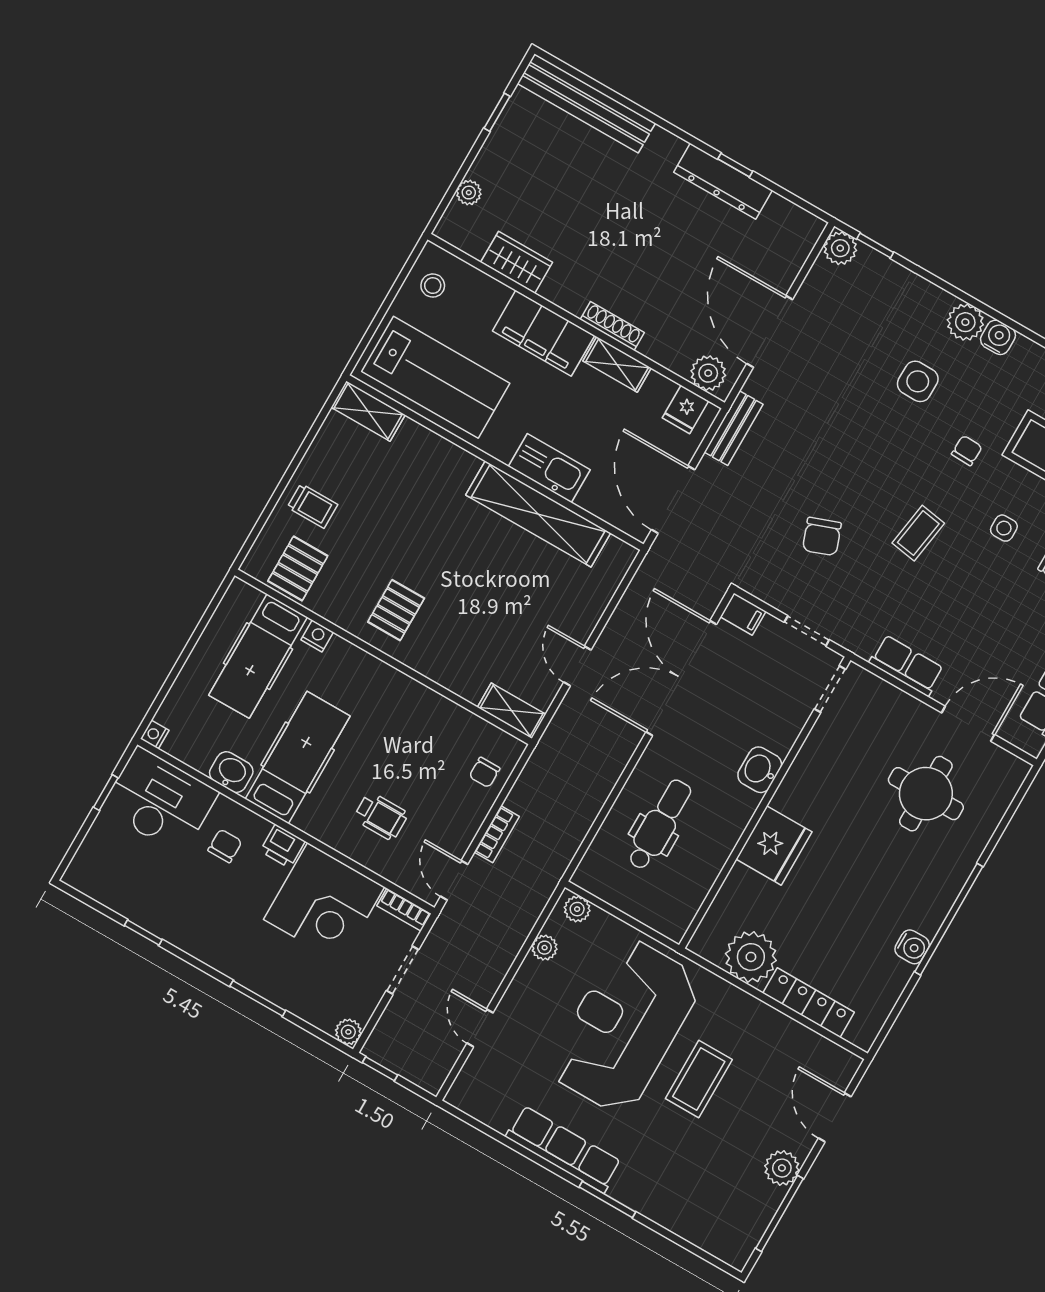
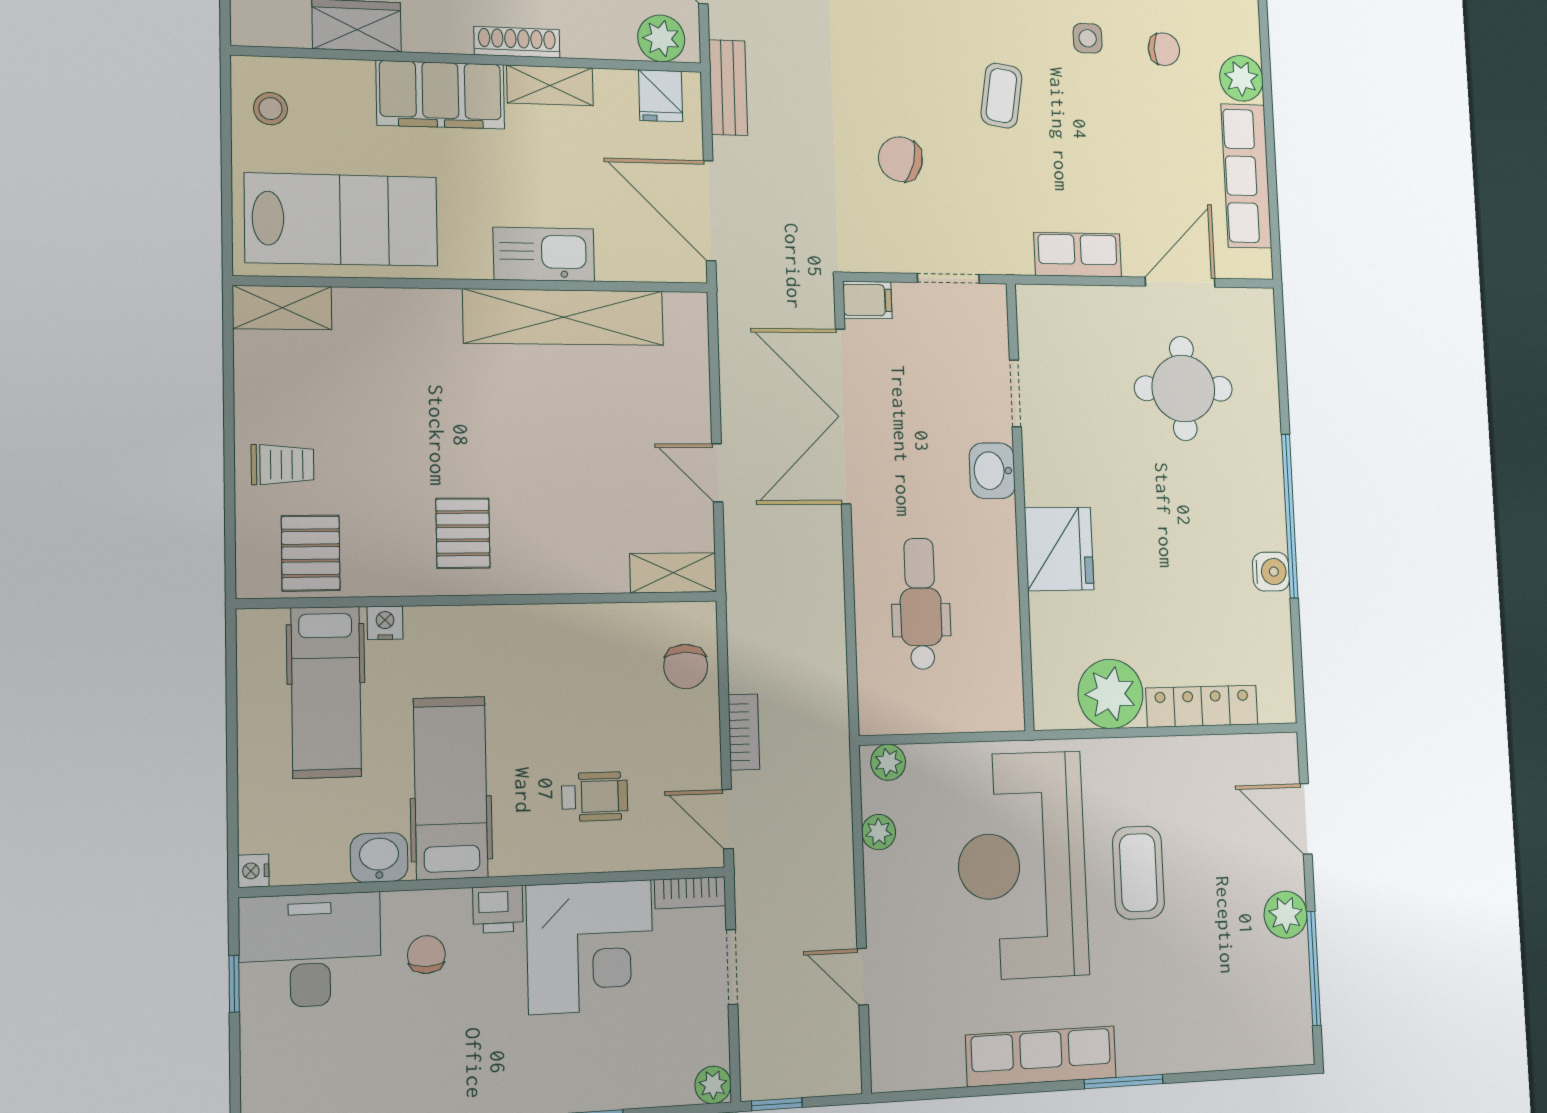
chair: (822, 537) -> (900, 159), turned 125
doorway: (830, 689) -> (1015, 393), moved
chair: (485, 772) -> (686, 666), width x1.37, depth x1.37

